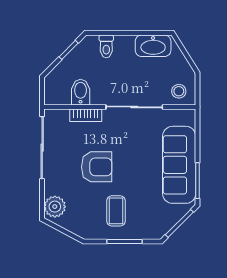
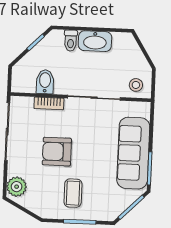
washbasin: (153, 46) -> (95, 41), moved
armchair: (97, 167) -> (57, 152), turned 180

